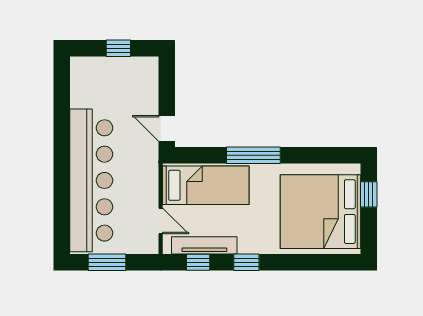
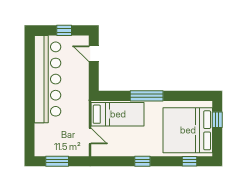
door: (167, 128) -> (94, 54), moved
bar counter: (91, 180) -> (48, 79), moved
tv unit: (204, 245) -> (117, 151), removed
window: (198, 262) -> (189, 161), moved

